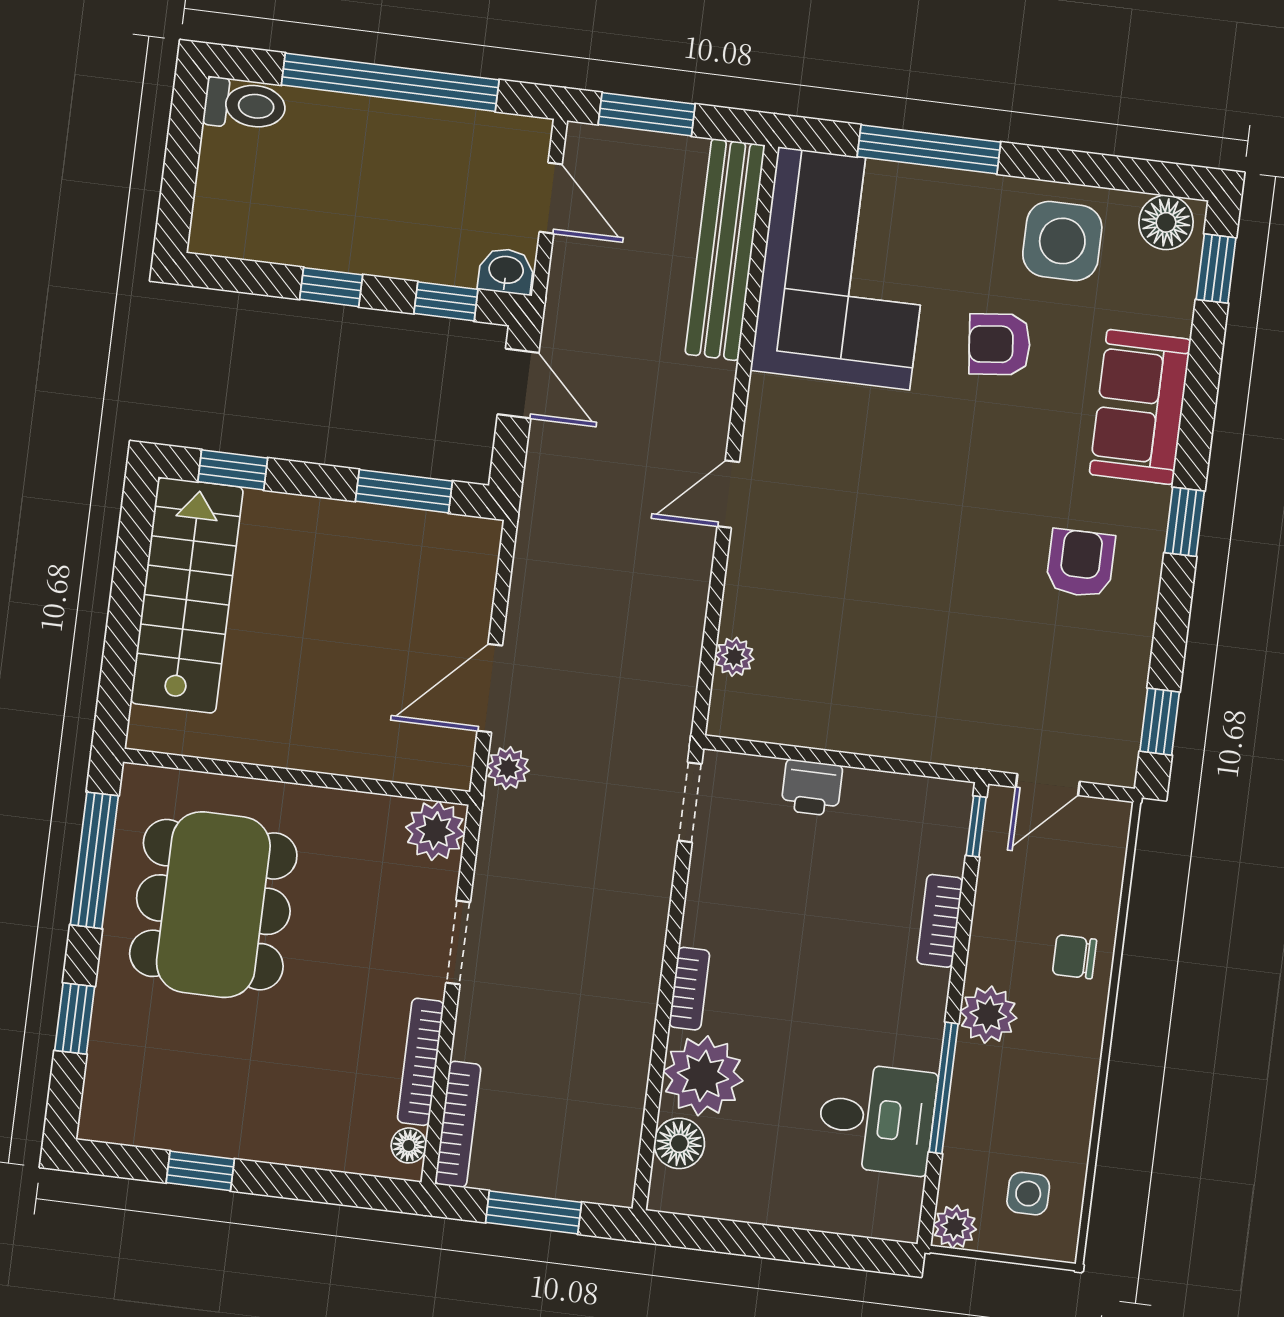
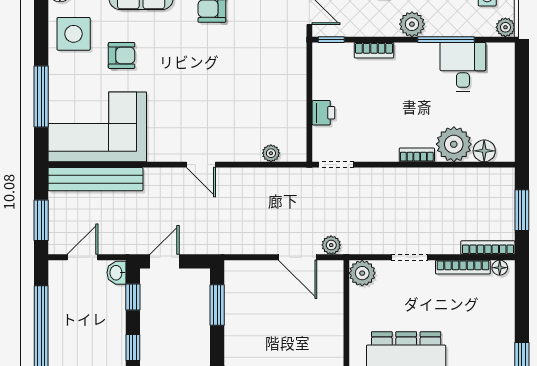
armchair: (999, 344) -> (122, 55), turned -84

